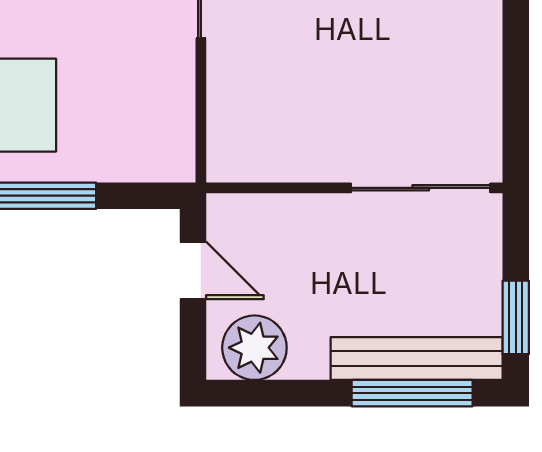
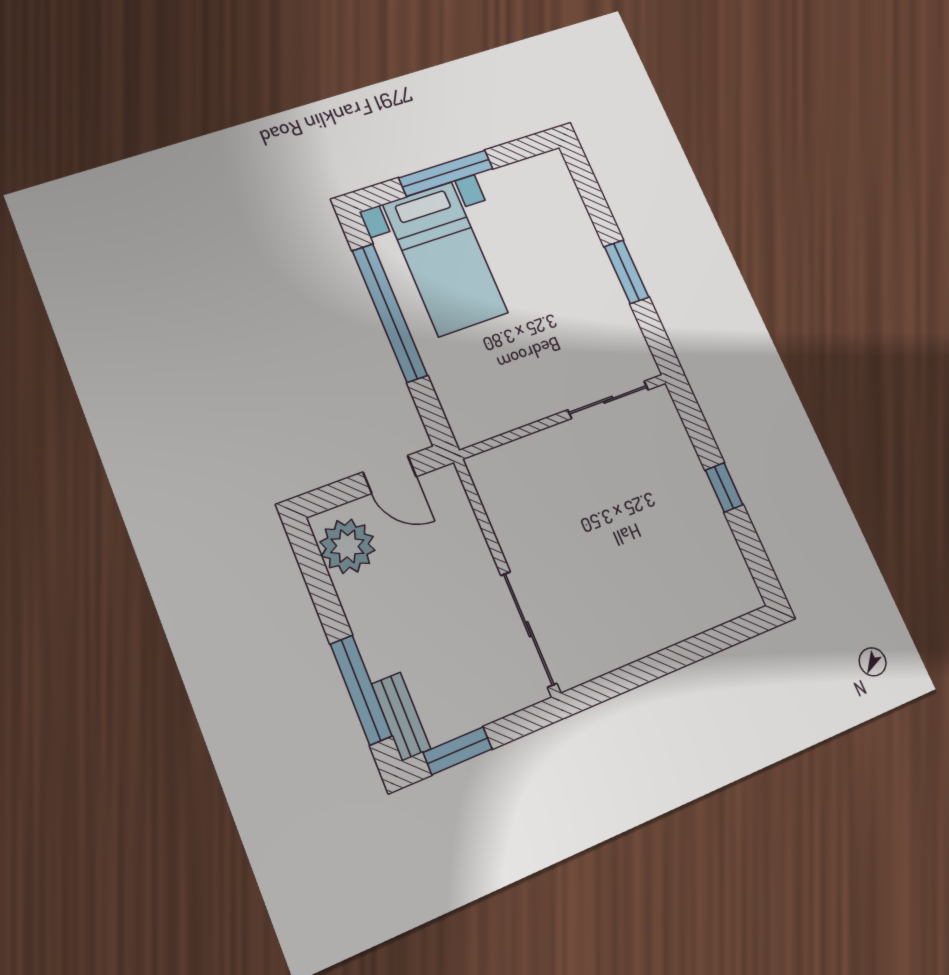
door: (193, 270) -> (390, 474), hinge flipped
bench: (417, 359) -> (401, 716), width x0.54, depth x0.82

